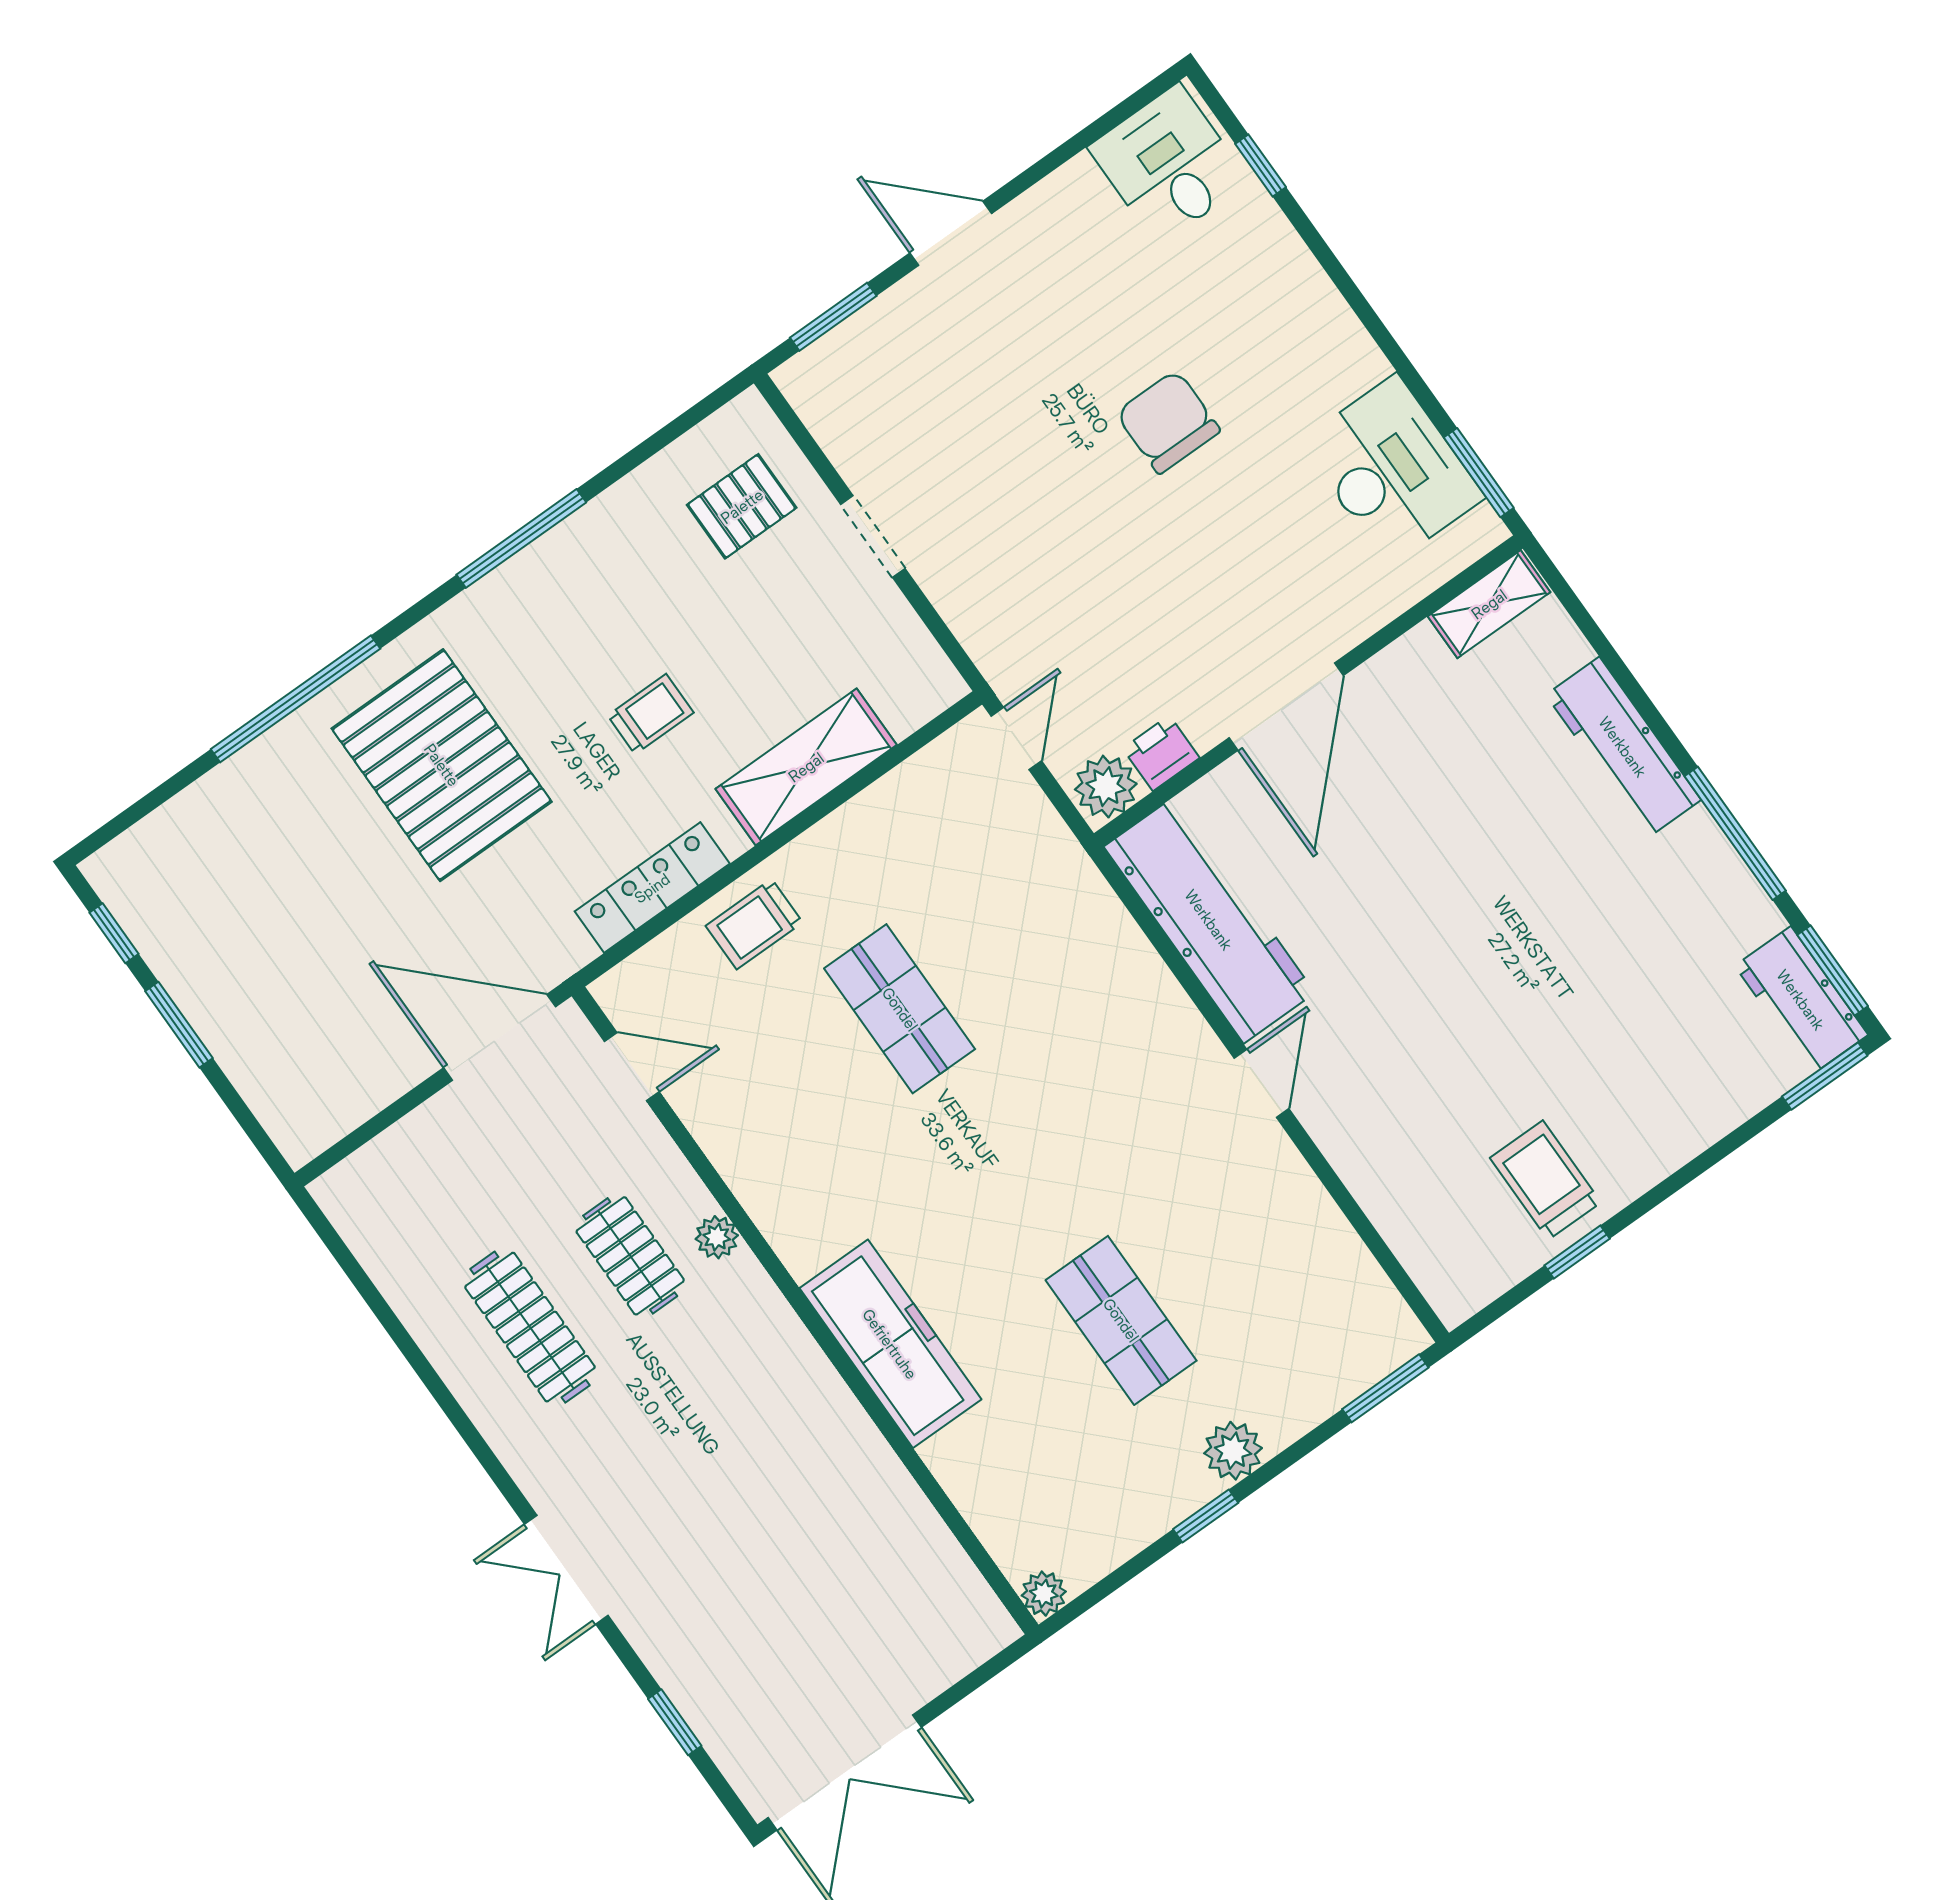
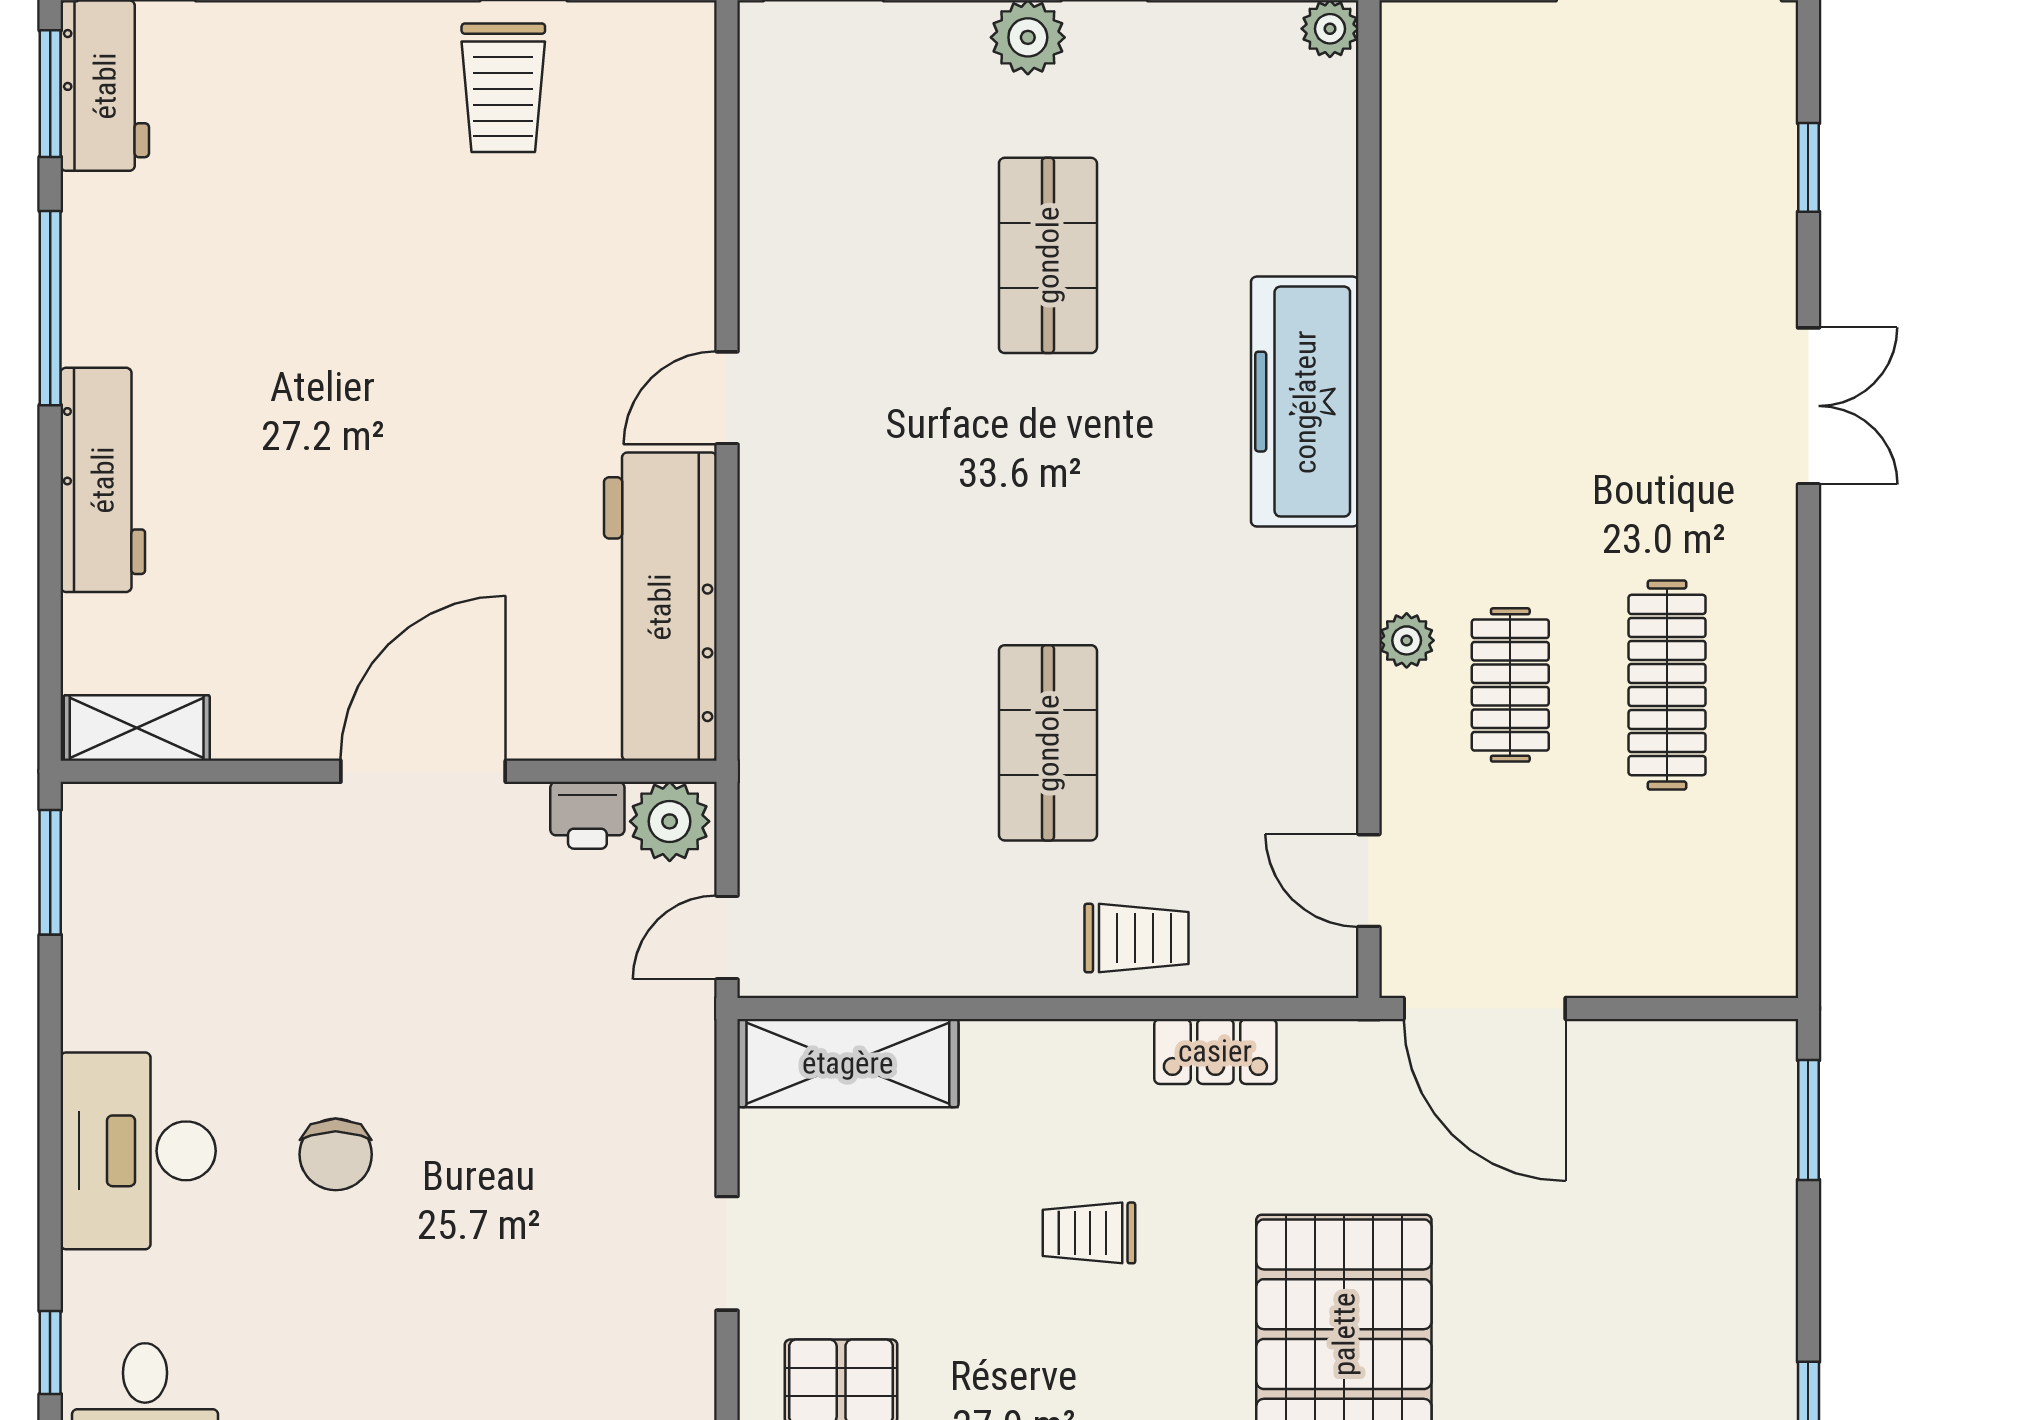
chair: (1168, 422) -> (336, 1154), width x0.73, depth x0.73
desk: (1392, 470) -> (138, 1151), moved
shelving: (806, 767) -> (848, 1063), moved
locker: (652, 888) -> (1215, 1051), width x0.66
window: (179, 1025) -> (1808, 1120), moved

